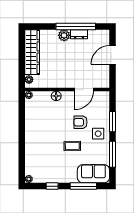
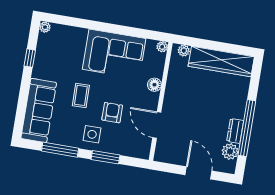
plant: (64, 35) -> (230, 151), moved
corner sofa: (39, 128) -> (114, 54), added
sofa: (93, 174) -> (39, 110), width x1.36
window: (83, 186) -> (22, 102), removed

